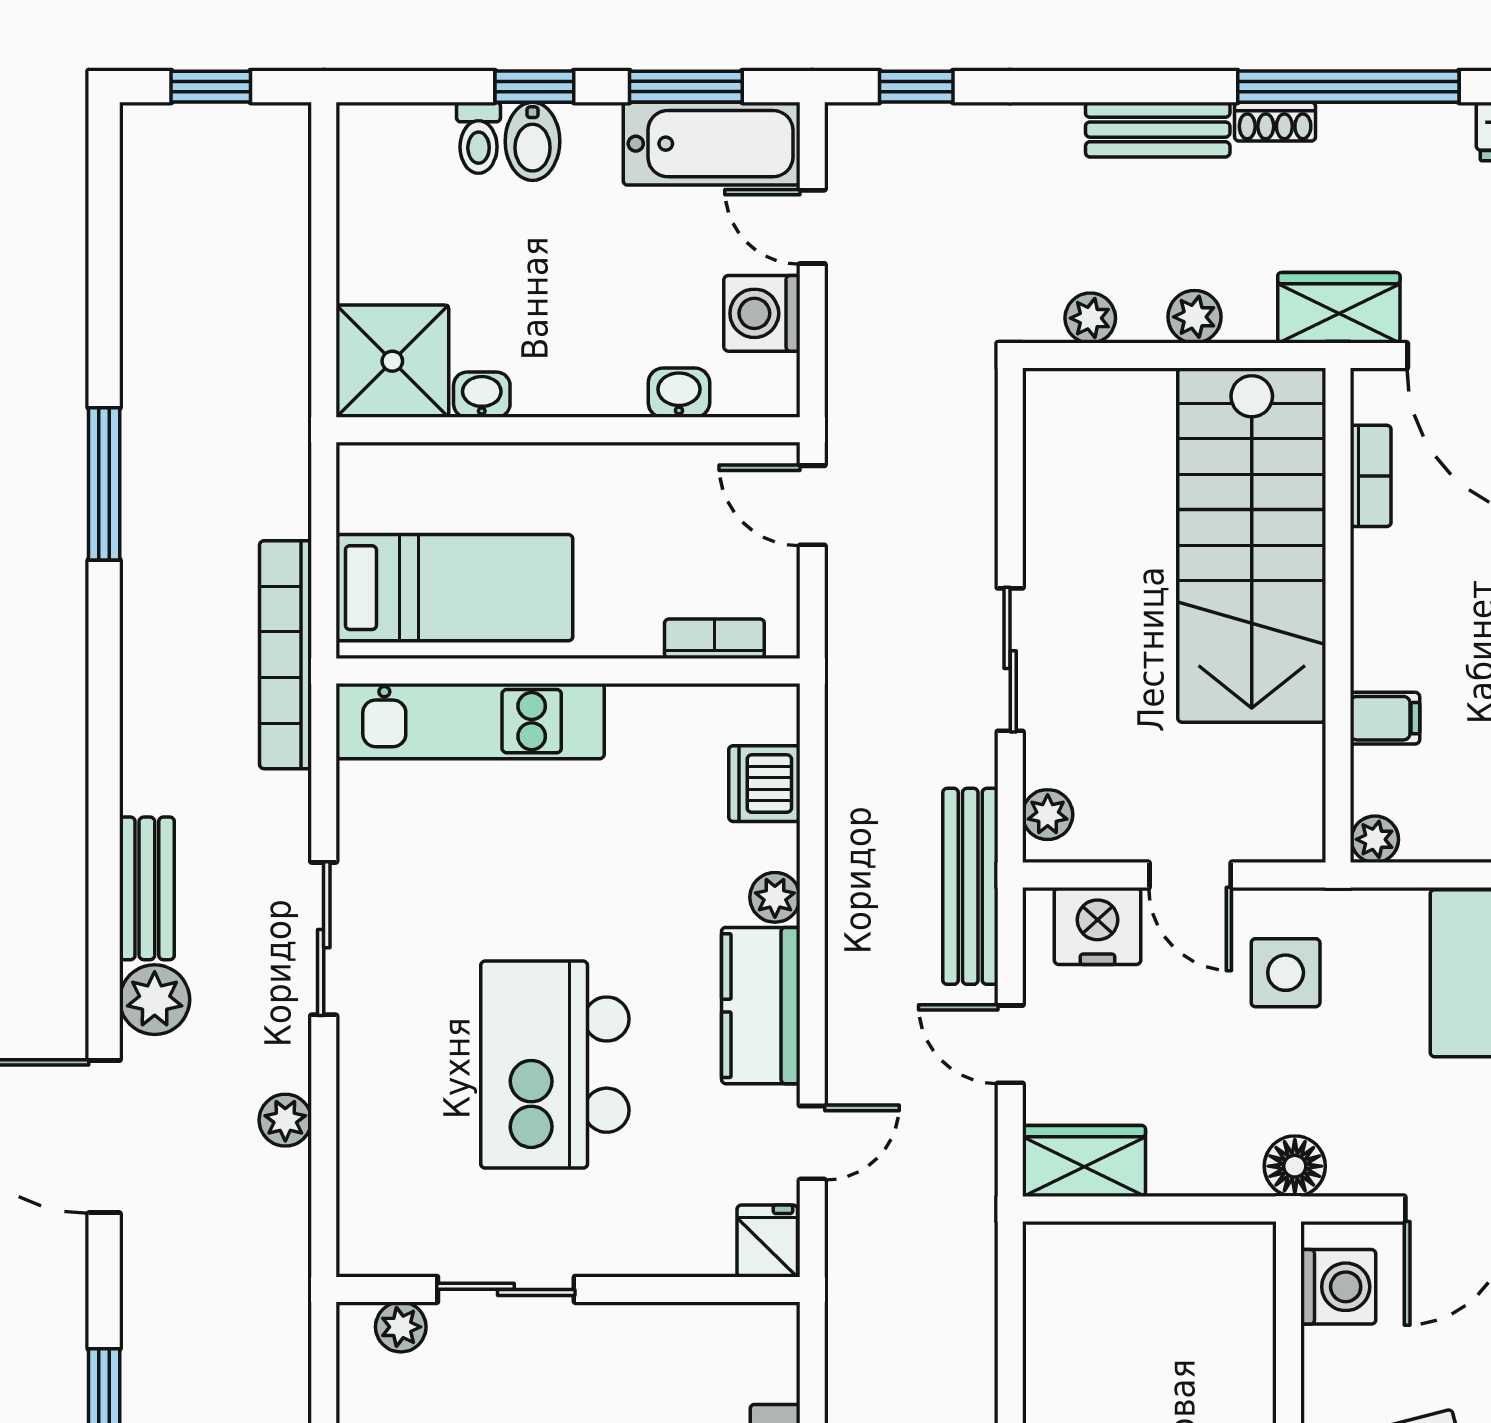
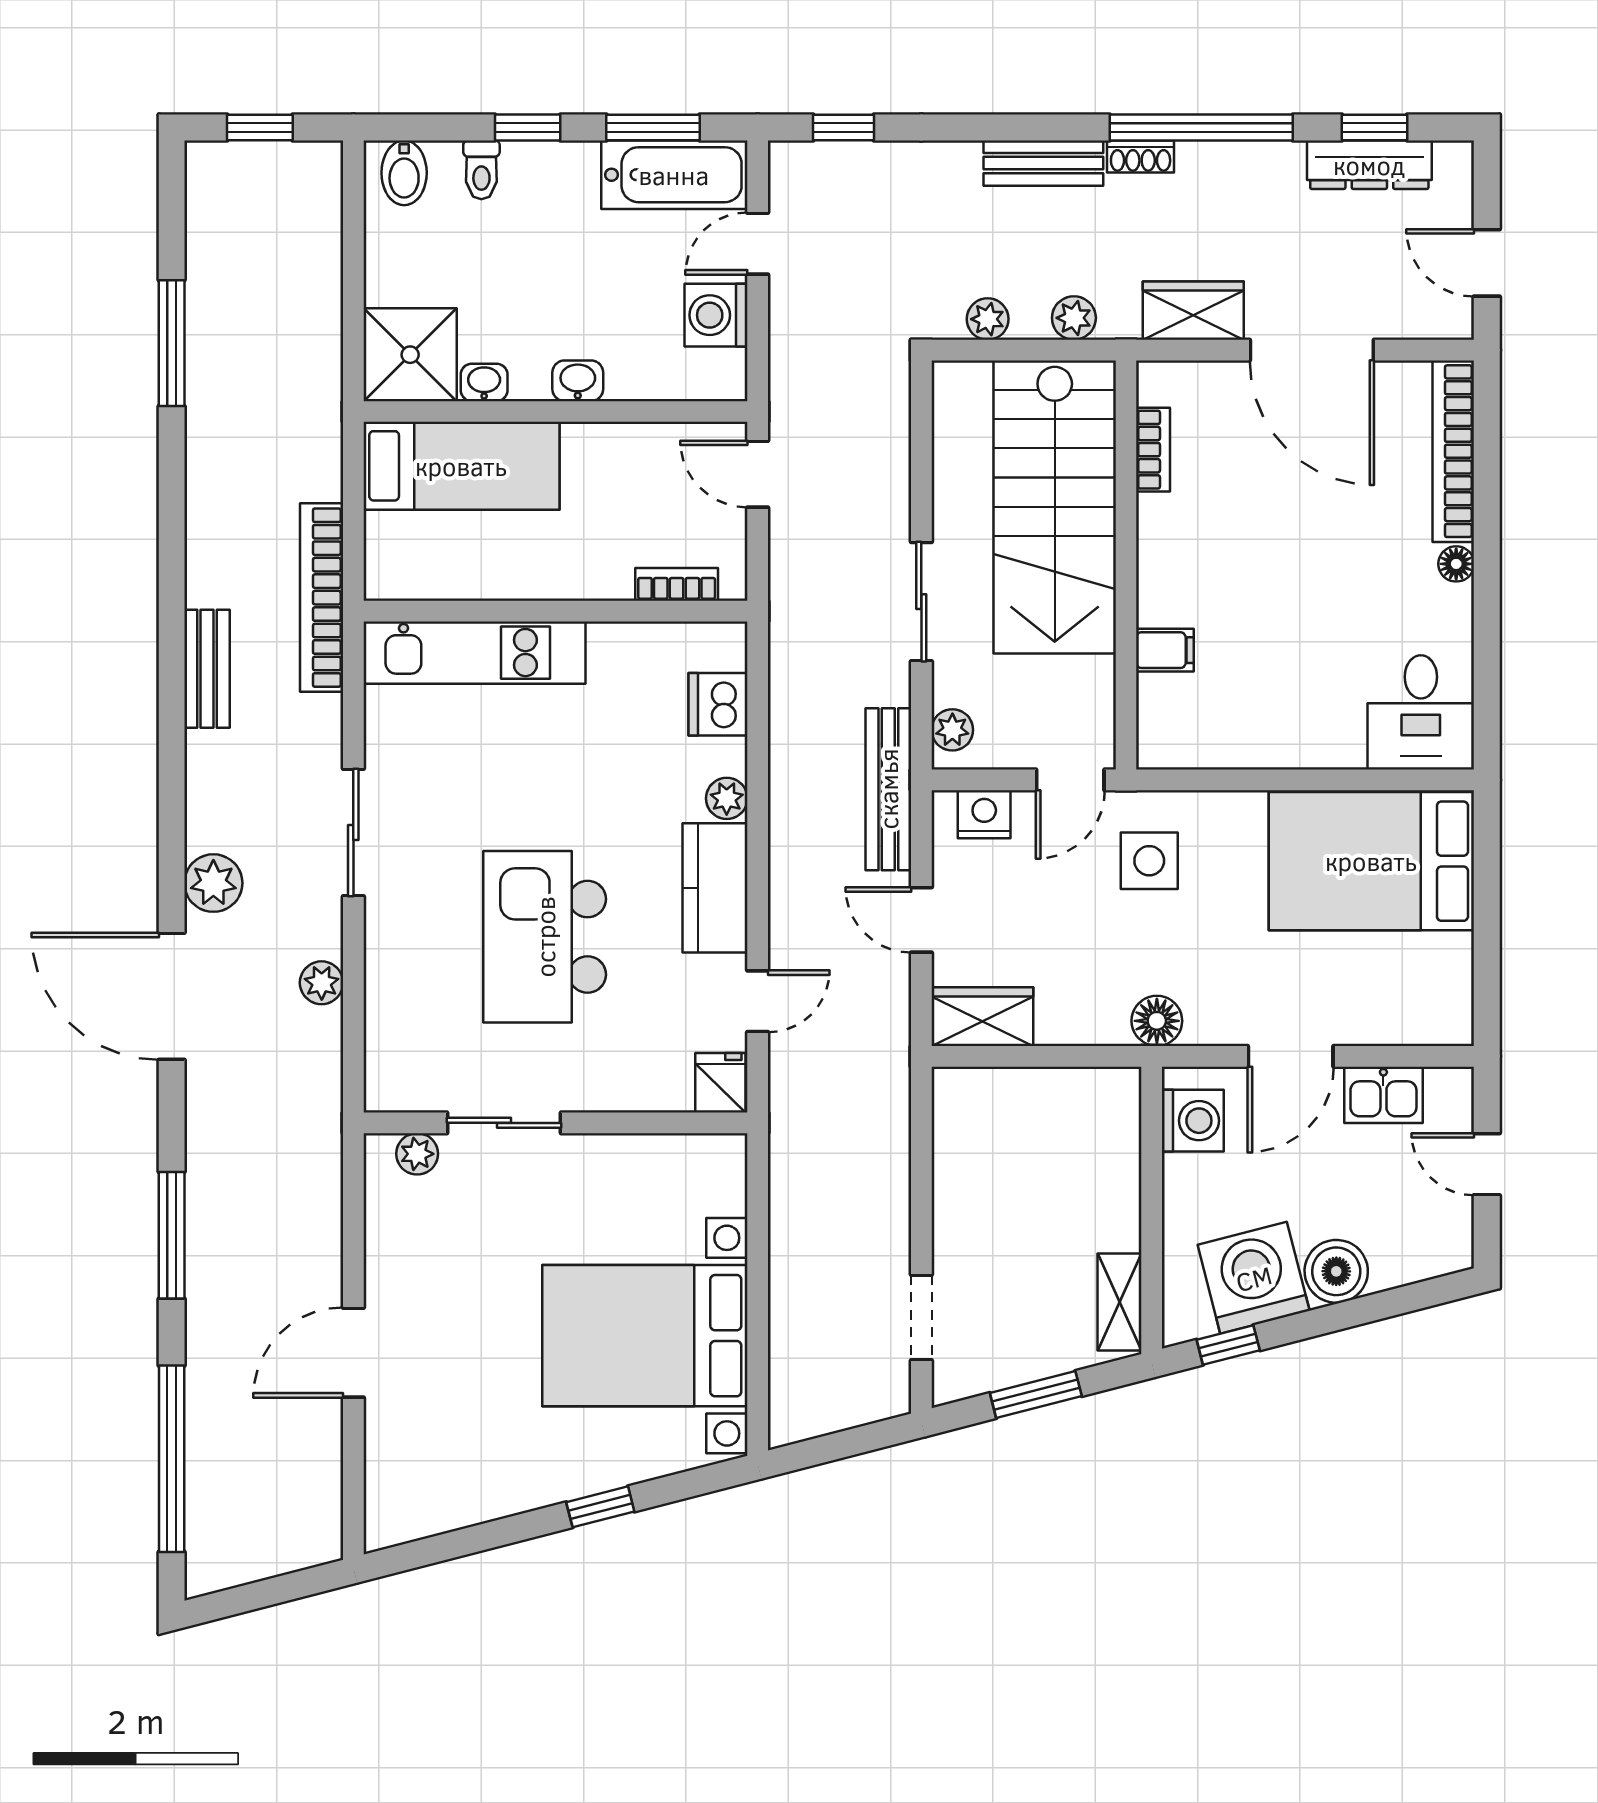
bidet: (533, 141) -> (404, 173), moved
door: (812, 227) -> (758, 244), hinge flipped
washbasin: (679, 393) -> (578, 381), moved
bookcase: (1371, 476) -> (1153, 450), moved
window: (104, 484) -> (172, 343), moved
stairs: (1252, 545) -> (1055, 507), moved
bed: (454, 588) -> (461, 466), moved
wall: (1338, 615) -> (1126, 565), moved
filing cabinet: (1385, 718) -> (1165, 650), moved
plant: (1375, 839) -> (1223, 750), removed
door: (1190, 875) -> (1070, 780), hinge flipped
bench: (147, 888) -> (207, 669), moved
nightstand: (1098, 926) -> (984, 814), width x0.74, depth x0.75

